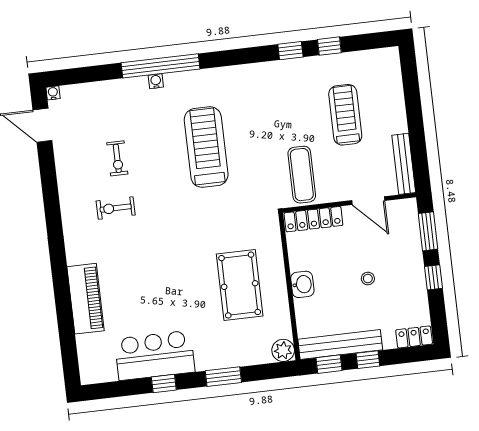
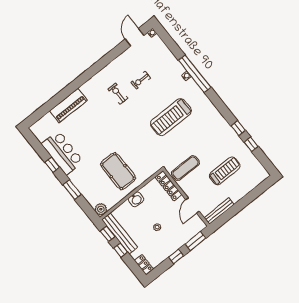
treadmill: (206, 147) -> (171, 117), turned 180
pool table: (240, 285) -> (118, 171), turned 90

